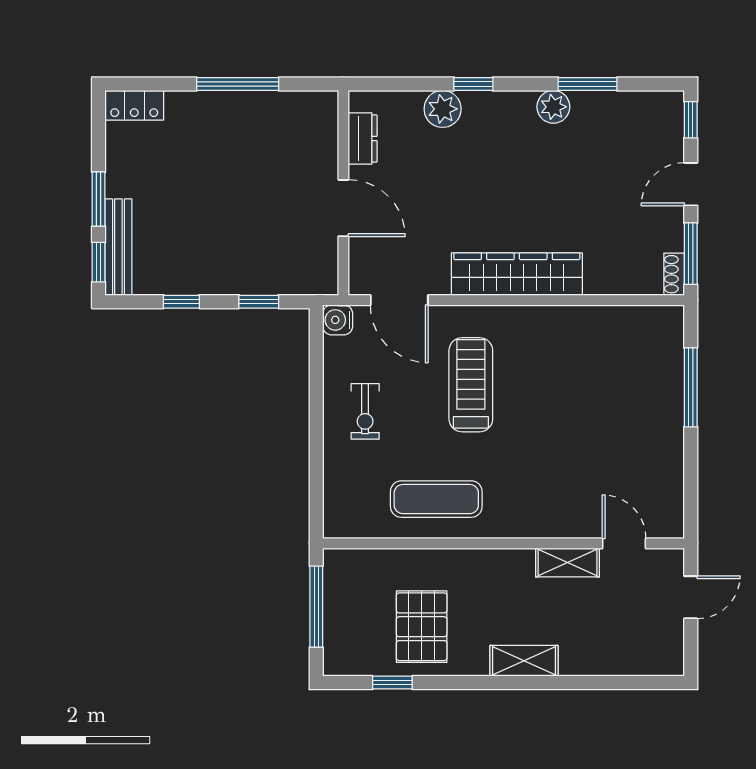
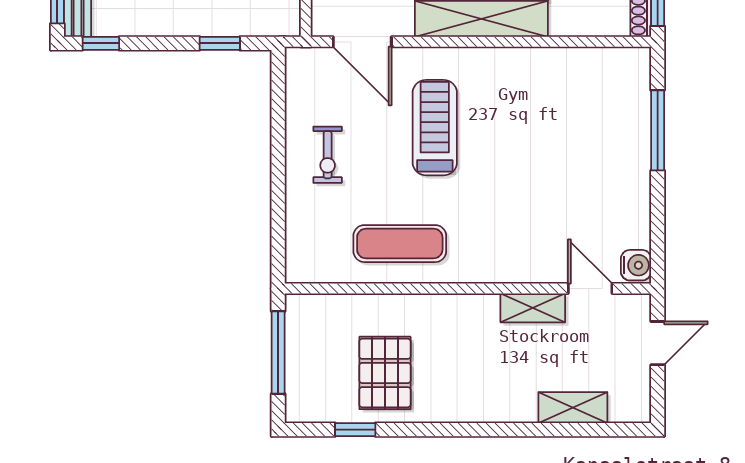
window: (181, 302) -> (101, 43), moved
water cooler: (338, 320) -> (636, 265), moved, turned 180
shelving: (524, 661) -> (573, 408), moved

